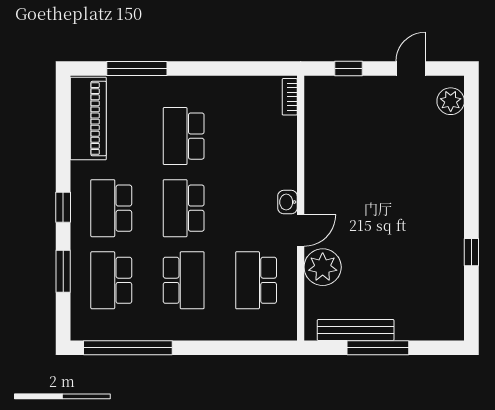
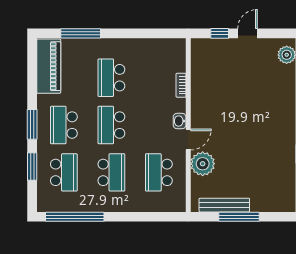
door: (411, 69) -> (247, 33), moved
bookcase: (290, 97) -> (181, 85), moved
window: (63, 207) -> (32, 124), width x1.50
school desk: (111, 280) -> (64, 172), turned 180

